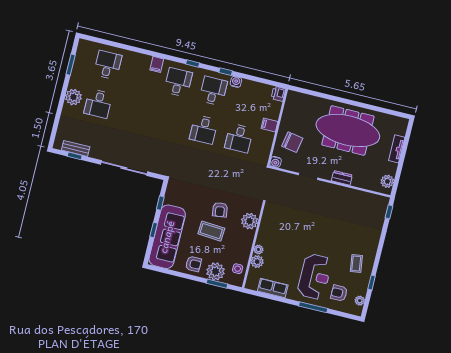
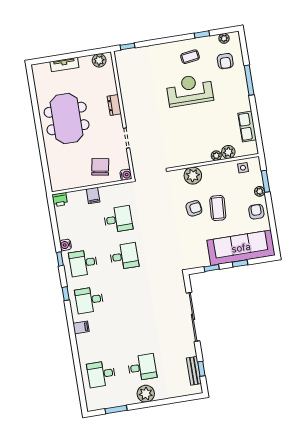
meeting table: (348, 130) -> (67, 118), width x0.73
plant: (215, 271) -> (260, 191), width x0.53, depth x0.53
reception desk: (315, 277) -> (190, 90), moved

